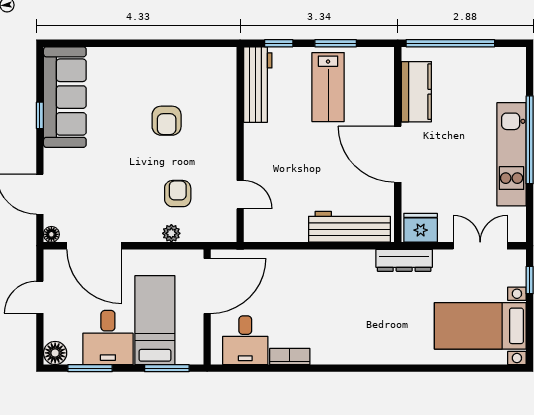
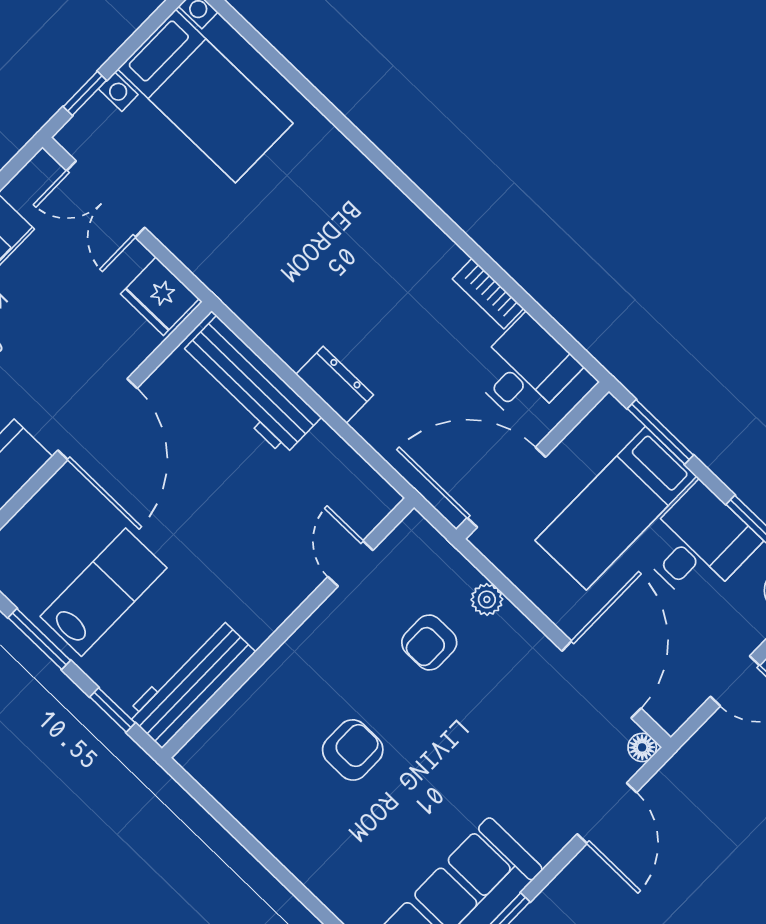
dresser: (404, 260) -> (335, 385), moved, width x0.70

